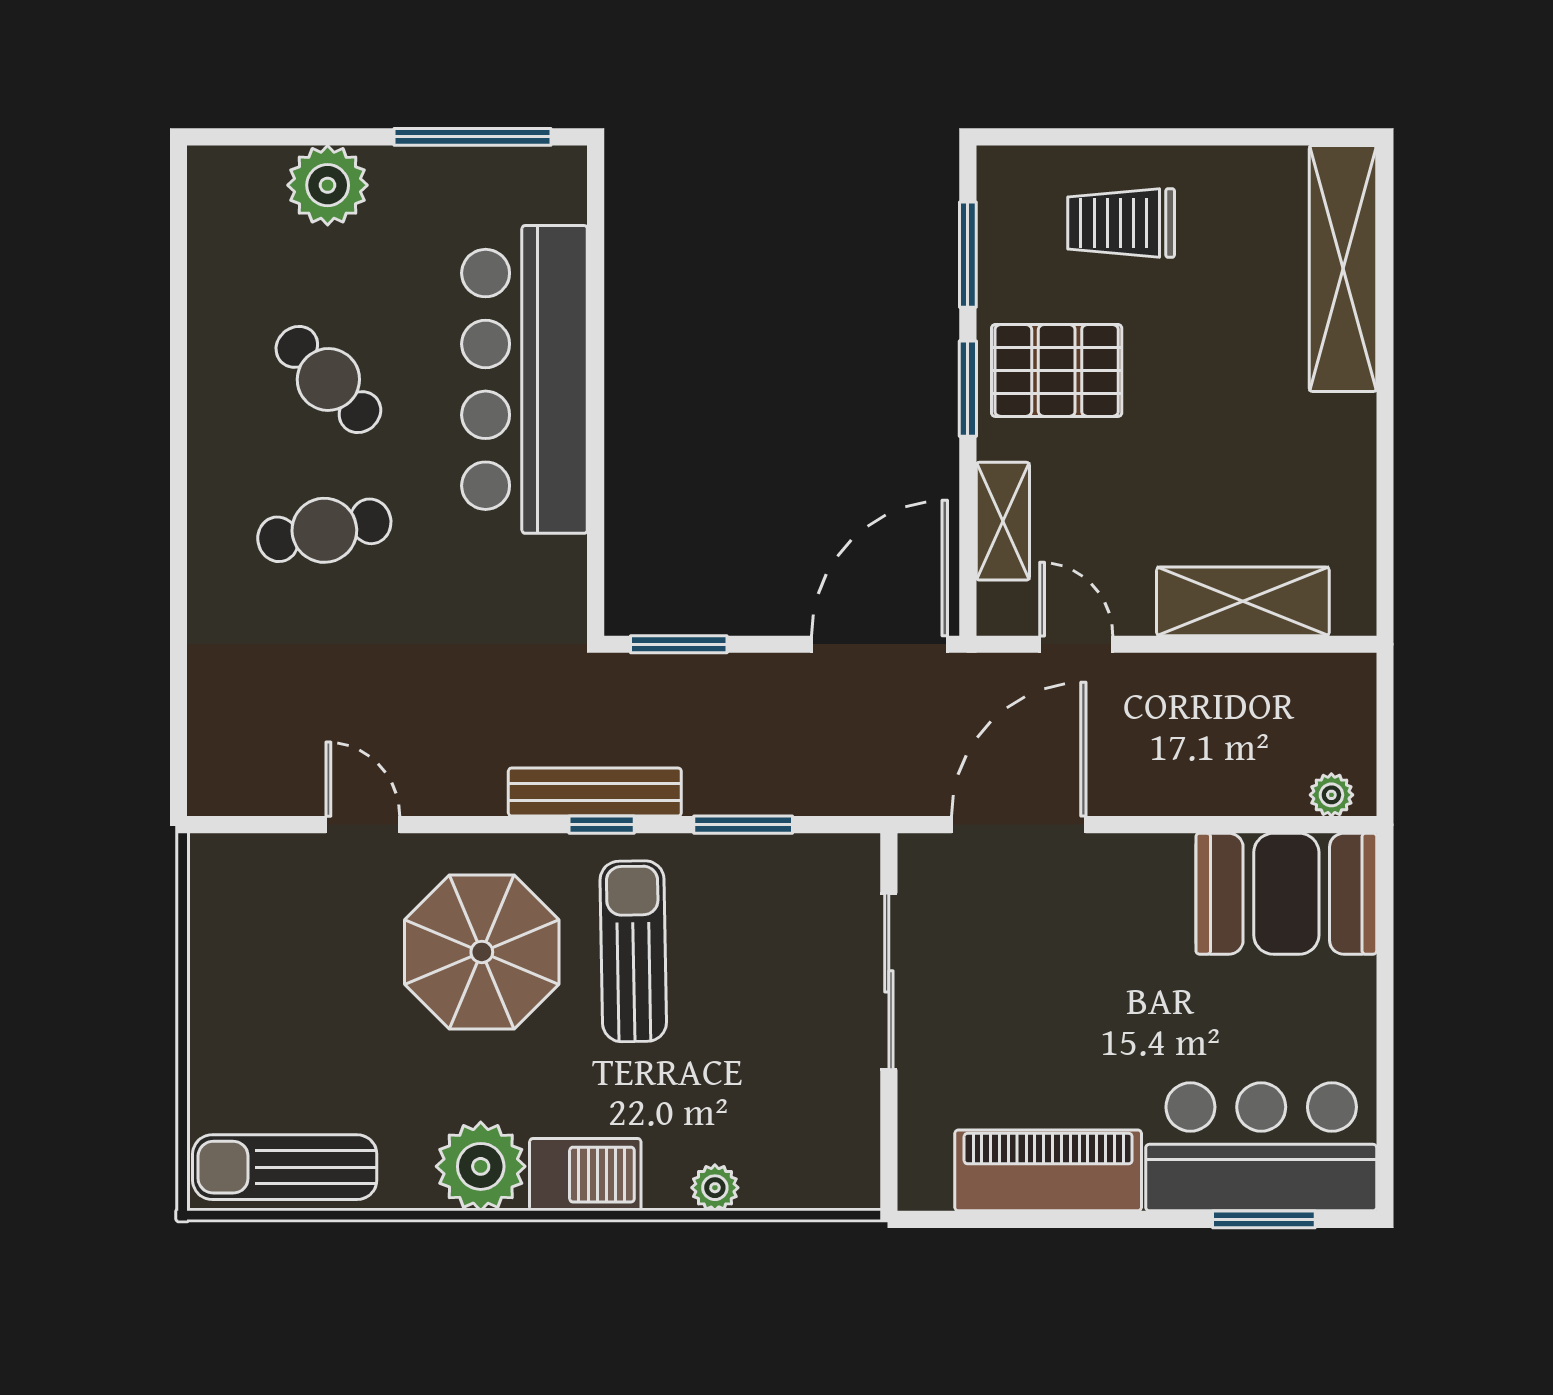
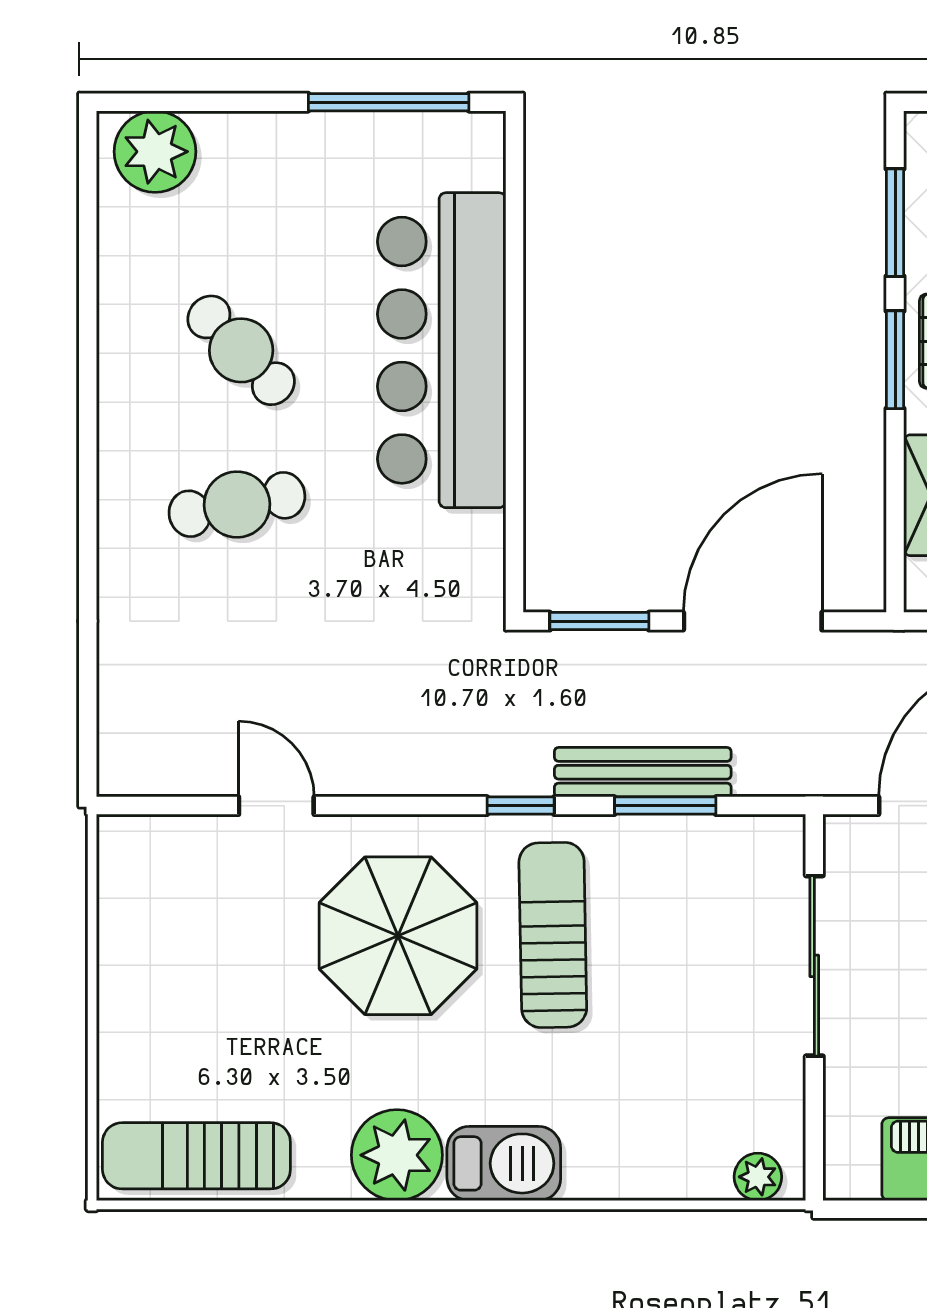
plant: (328, 185) -> (155, 152), moved
door: (879, 644) -> (753, 621), moved
bench: (595, 792) -> (643, 772), moved
plant: (715, 1188) -> (758, 1177), moved

